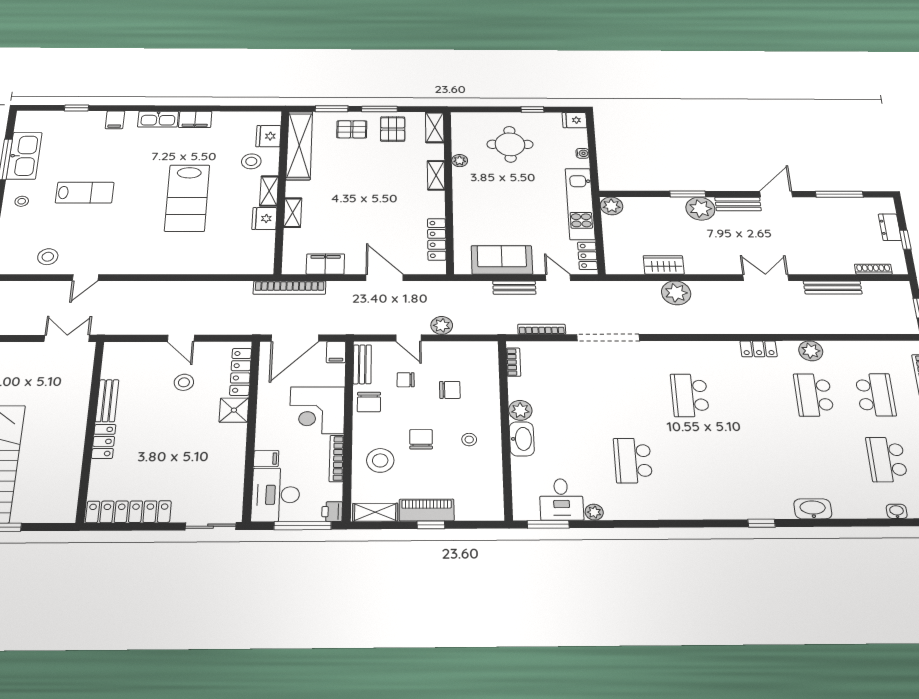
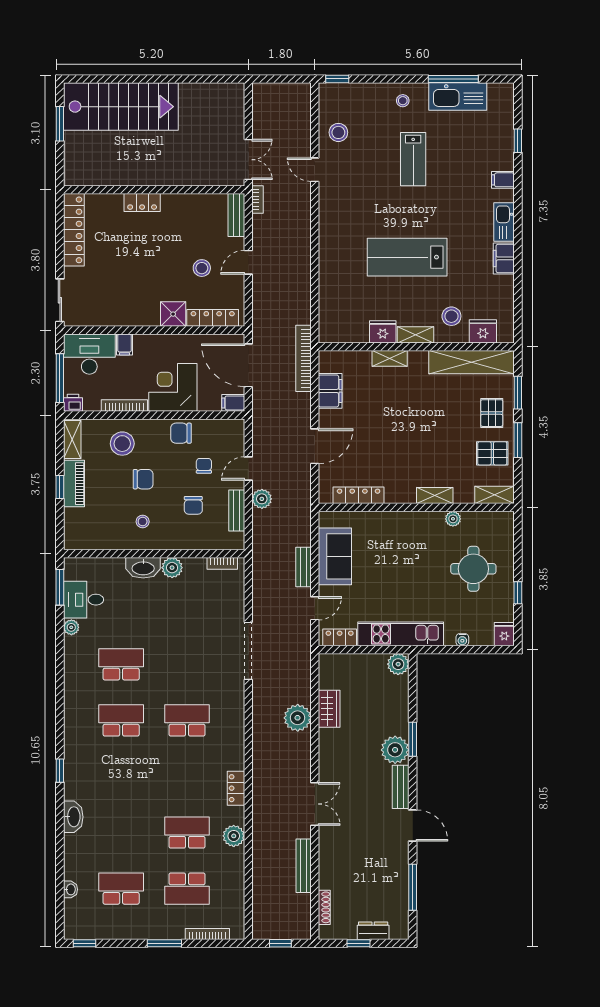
bookcase: (542, 329) -> (257, 200), moved, width x0.64
bench: (362, 364) -> (237, 510), moved, turned 90
bench: (107, 401) -> (236, 215), moved, turned 90
school desk: (697, 460) -> (121, 720), added

